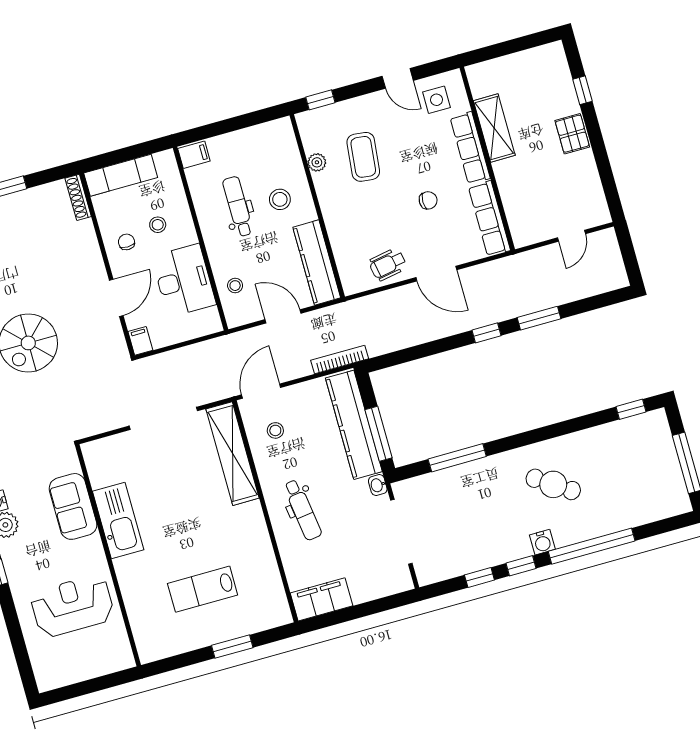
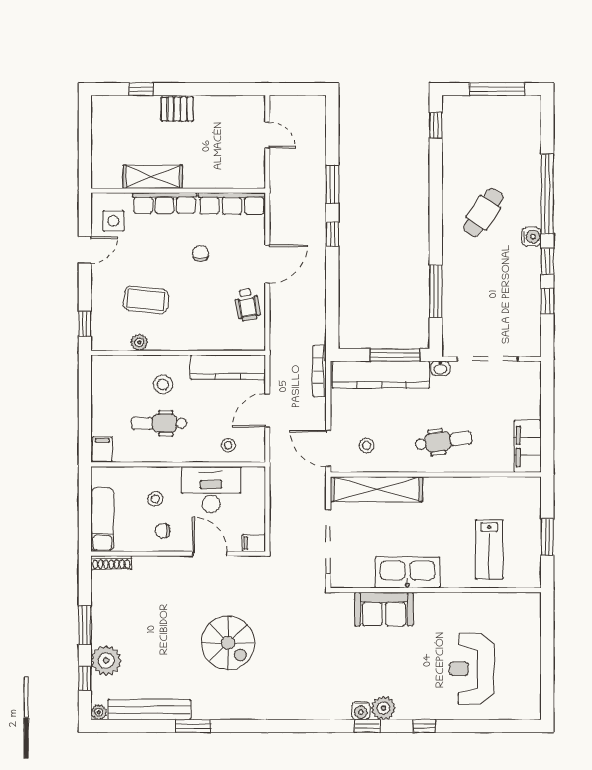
sofa: (73, 506) -> (384, 609), moved
kitchen sink: (118, 520) -> (407, 573), moved
wall: (108, 555) -> (436, 590), moved

